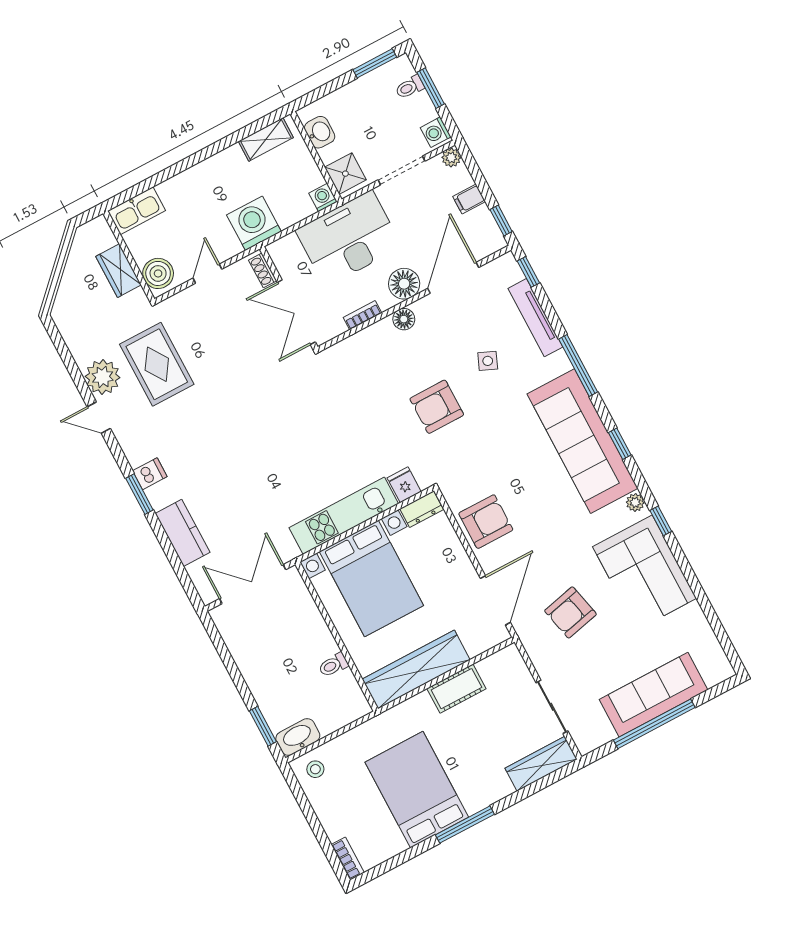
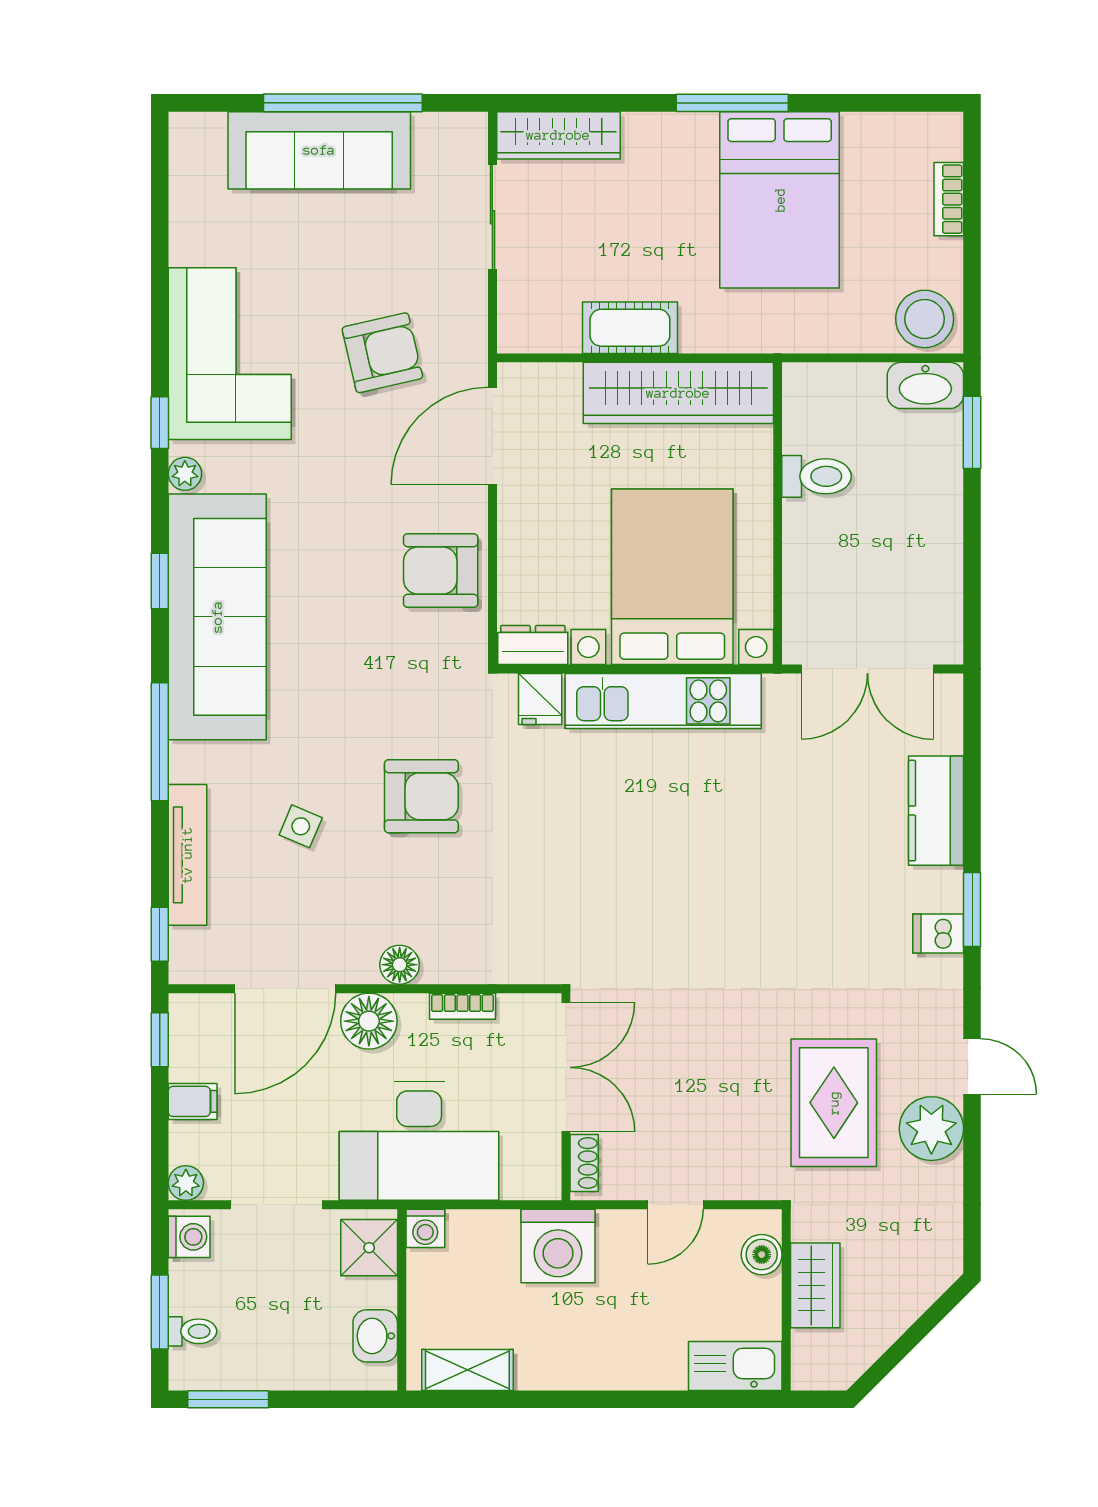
boiler: (158, 273) -> (762, 1255), width x0.73, depth x0.73
toilet: (333, 665) -> (817, 476), width x1.37, depth x1.39
stool: (315, 769) -> (925, 319), width x1.89, depth x1.89
bookcase: (348, 858) -> (949, 199), moved

